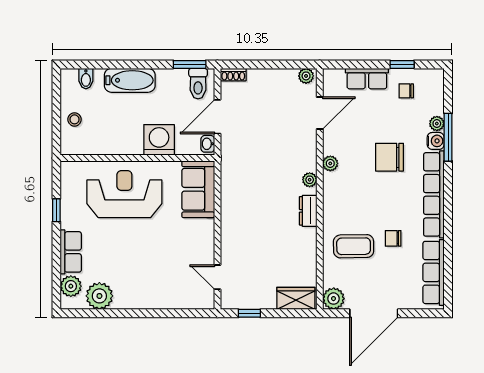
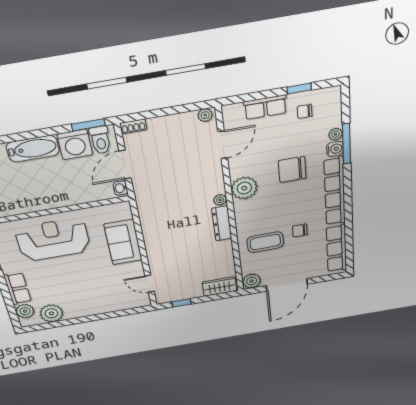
washing machine: (159, 140) -> (75, 144), moved, turned 180
plant: (330, 163) -> (244, 188), width x1.88, depth x1.88
sofa: (198, 189) -> (123, 242), moved
dresser: (308, 211) -> (222, 223), width x1.44

